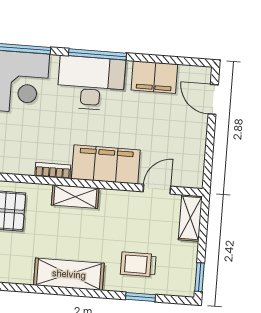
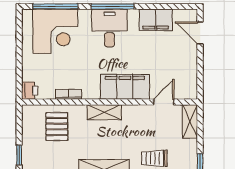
desk: (91, 83) -> (109, 28), width x0.73
bookcase: (53, 171) -> (69, 94), moved

